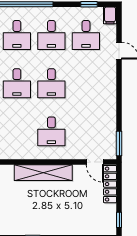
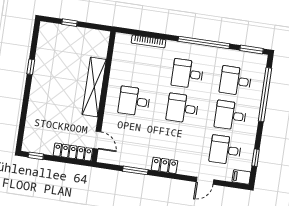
locker: (110, 92) -> (164, 165), added
window: (119, 143) -> (135, 170), moved
door: (95, 162) -> (97, 140), swing flipped

